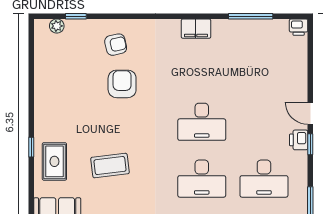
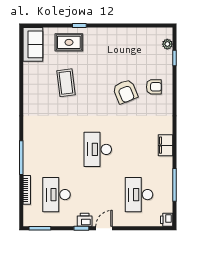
armchair: (116, 45) -> (154, 87), turned -77
armchair: (122, 84) -> (125, 92), turned 68
desk: (202, 179) -> (139, 195), moved

